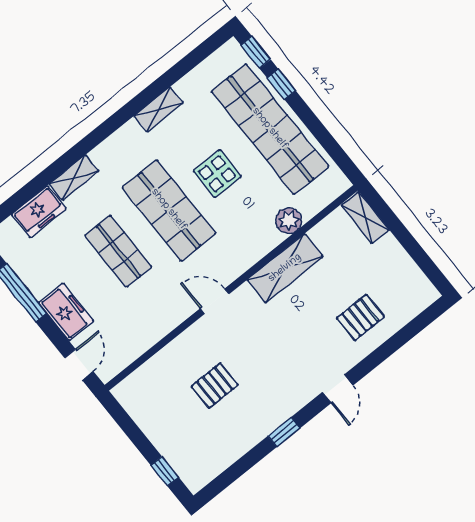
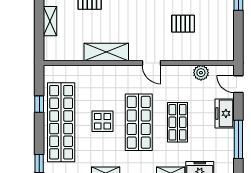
window: (281, 84) -> (39, 104), moved
shelving: (365, 218) -> (50, 21), moved
plant: (289, 221) -> (201, 73), moved
door: (79, 365) -> (238, 84), hinge flipped

